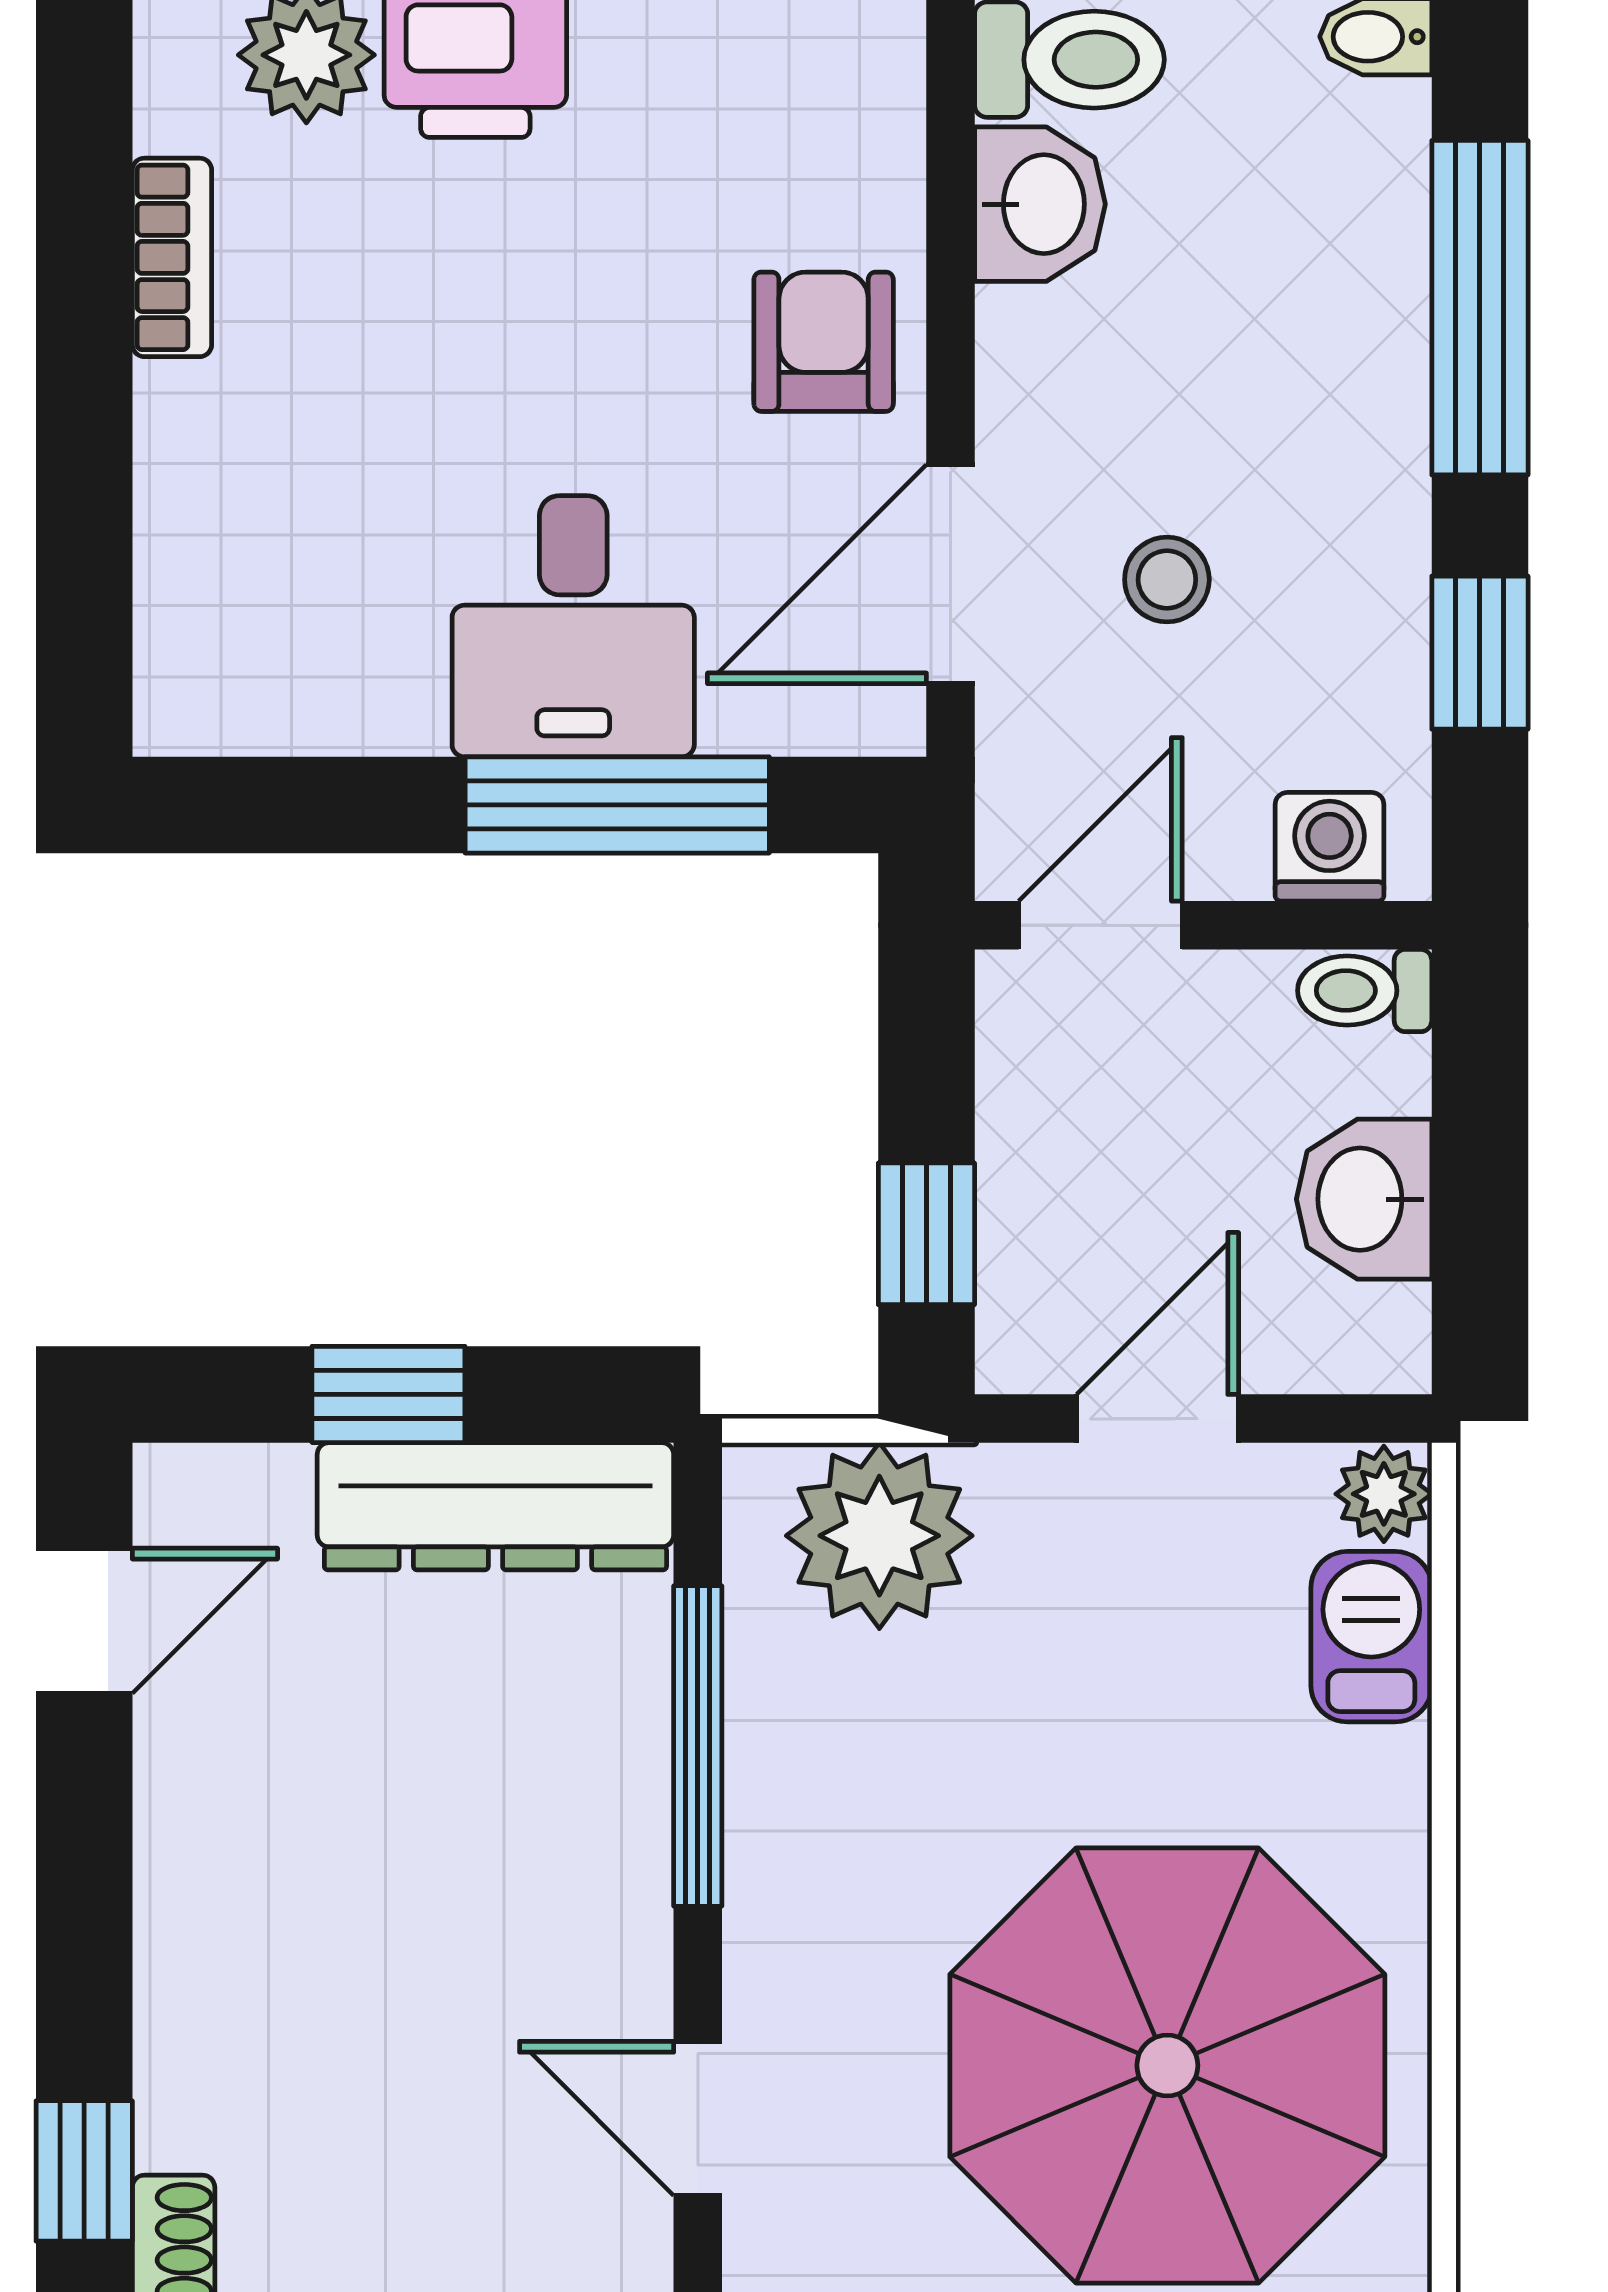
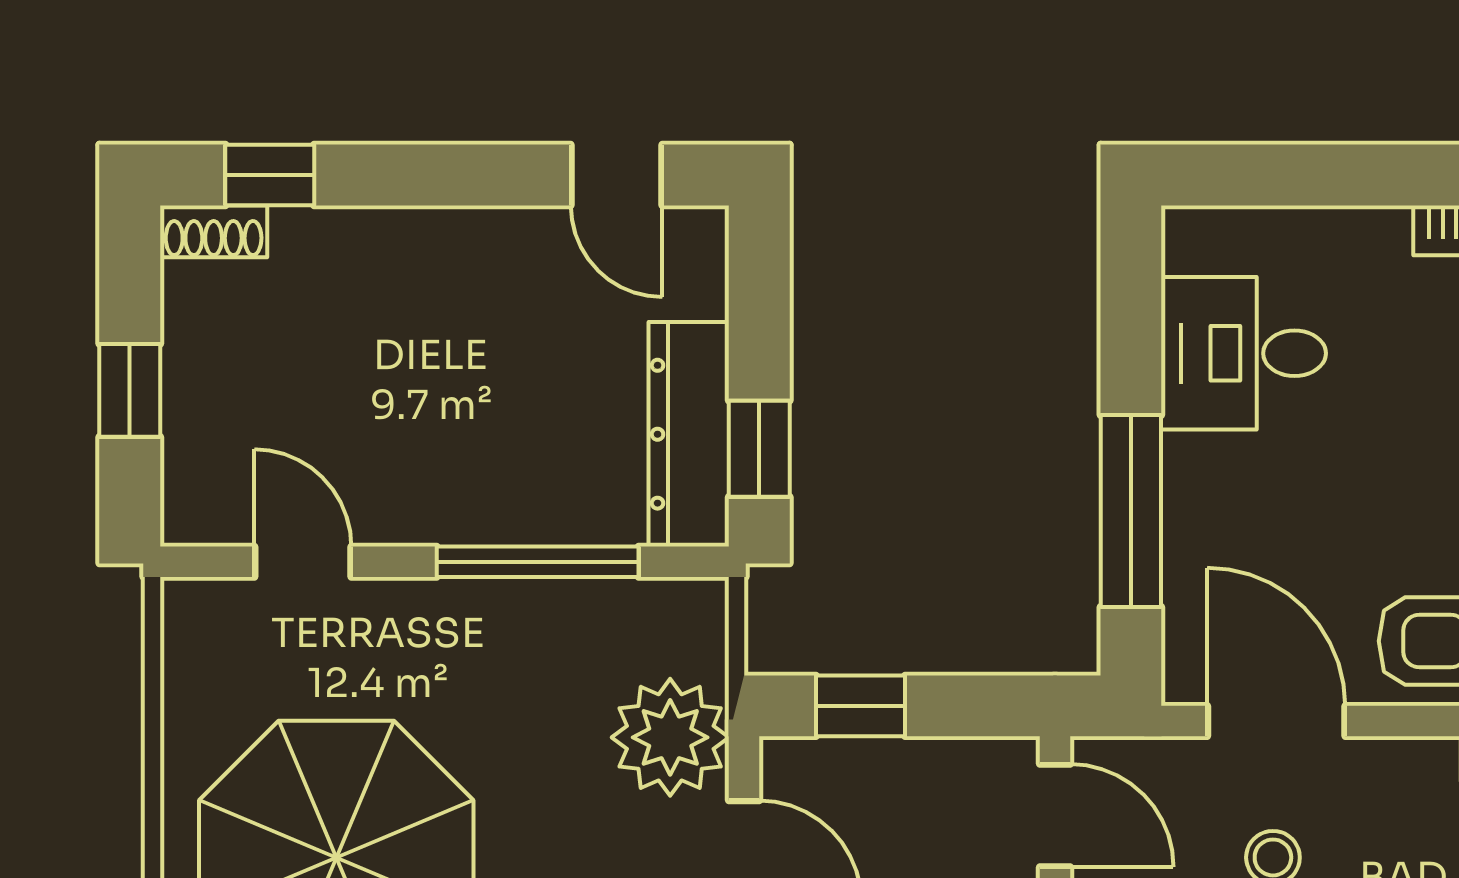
desk: (573, 626) -> (1244, 353), moved
window: (388, 1394) -> (759, 449), moved
plant: (879, 1536) -> (670, 737), moved
door: (698, 2118) -> (303, 562), hinge flipped

